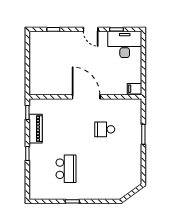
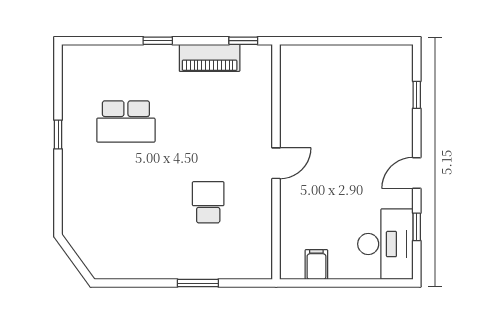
filing cabinet: (135, 89) -> (316, 264), moved
door: (86, 97) -> (276, 163), width x0.53

